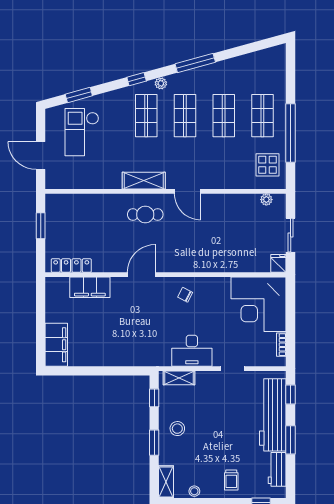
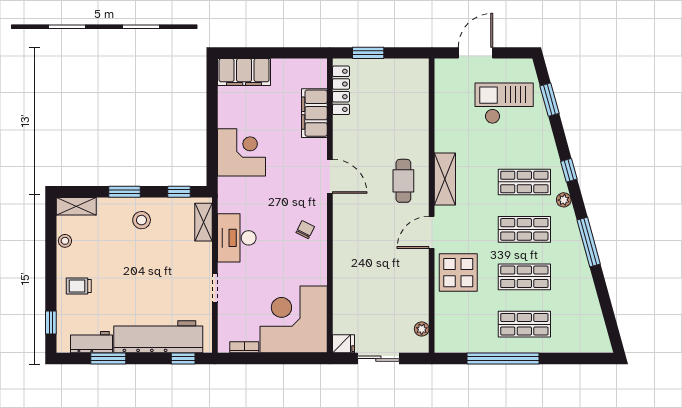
display table: (268, 165) -> (458, 273), moved, width x1.36, depth x1.36
window: (41, 226) -> (368, 53), moved
corner desk: (122, 347) -> (241, 152), added
window: (291, 440) -> (108, 359), moved

